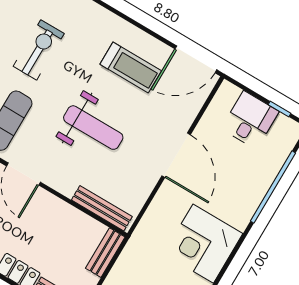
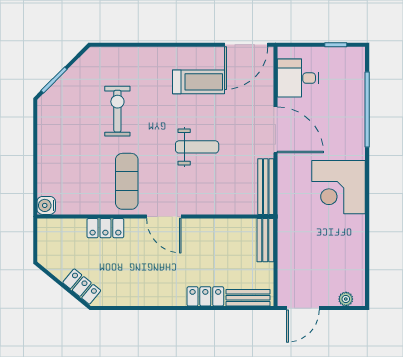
desk: (250, 120) -> (298, 78), moved, turned -90
weight bench: (93, 128) -> (197, 147), width x0.73, depth x0.75
bench: (102, 208) -> (266, 187), moved, turned 90

